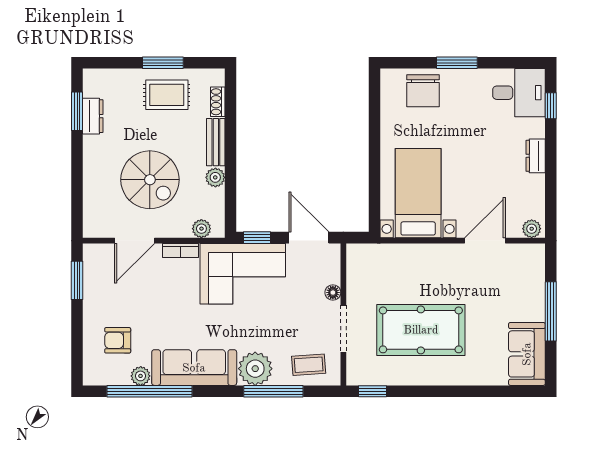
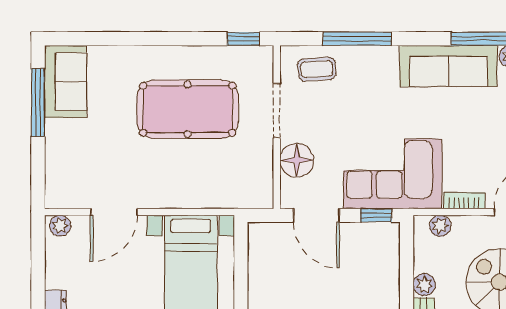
floor lamp: (333, 293) -> (297, 160), width x1.89, depth x1.89
window: (551, 311) -> (38, 103), moved
plant: (255, 369) -> (378, 65), removed

